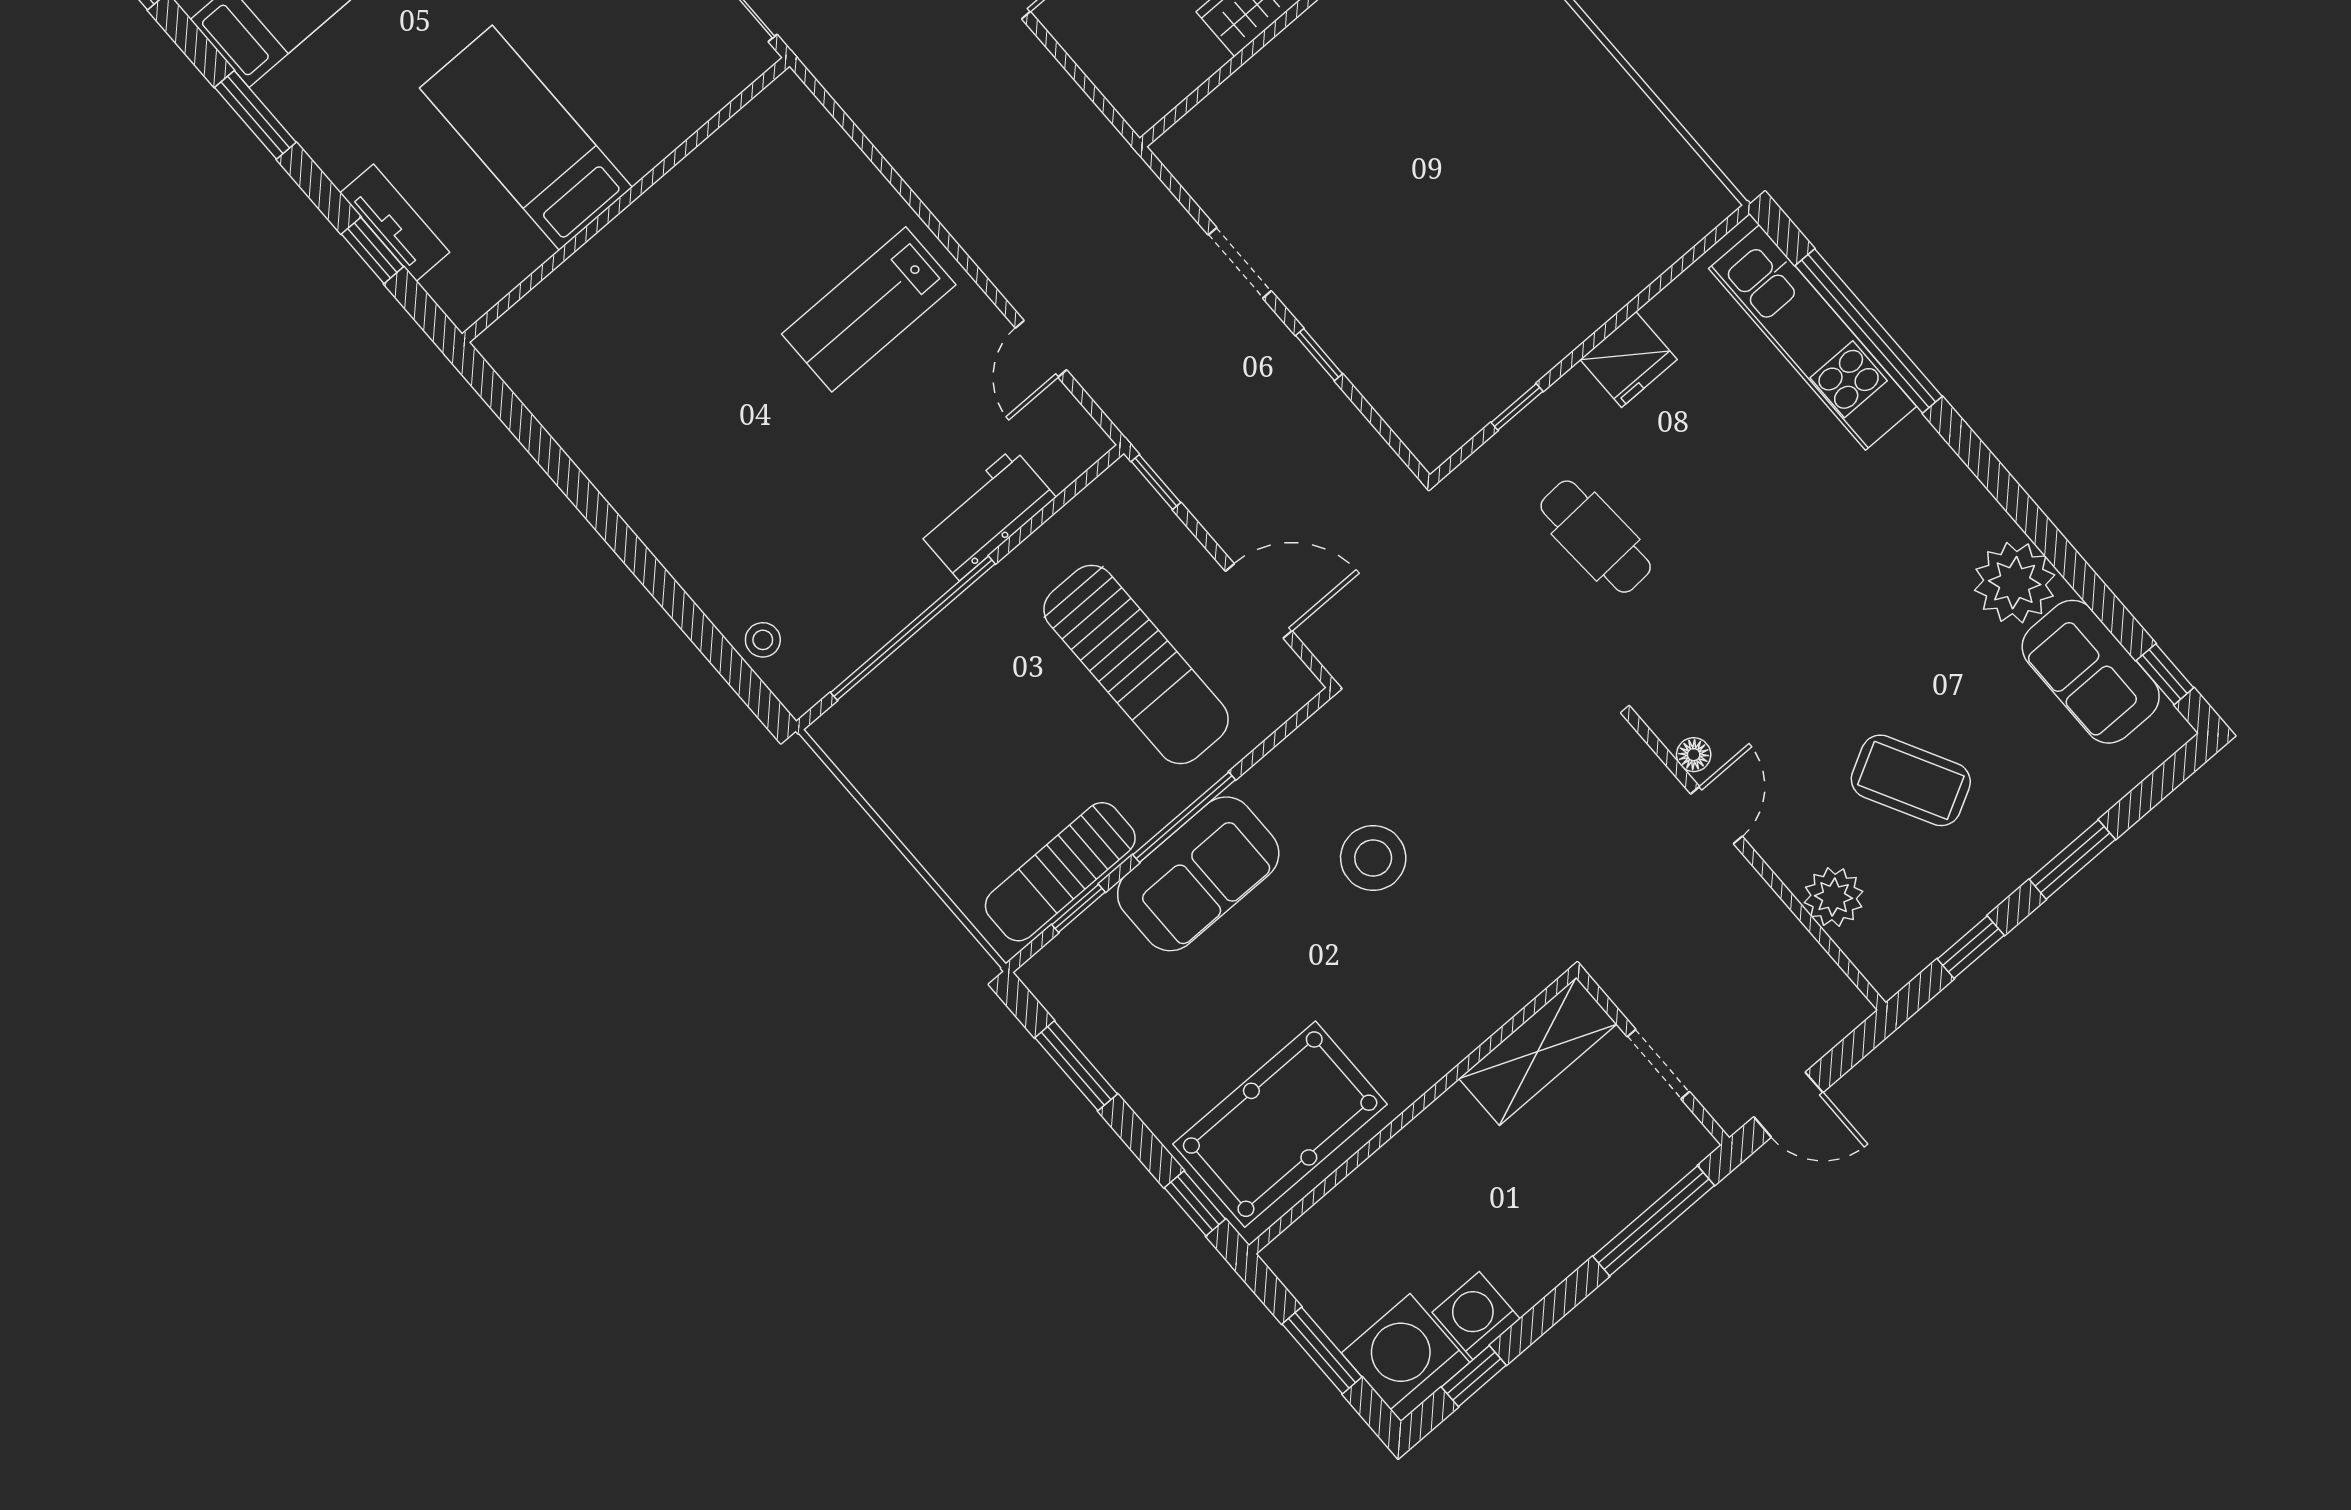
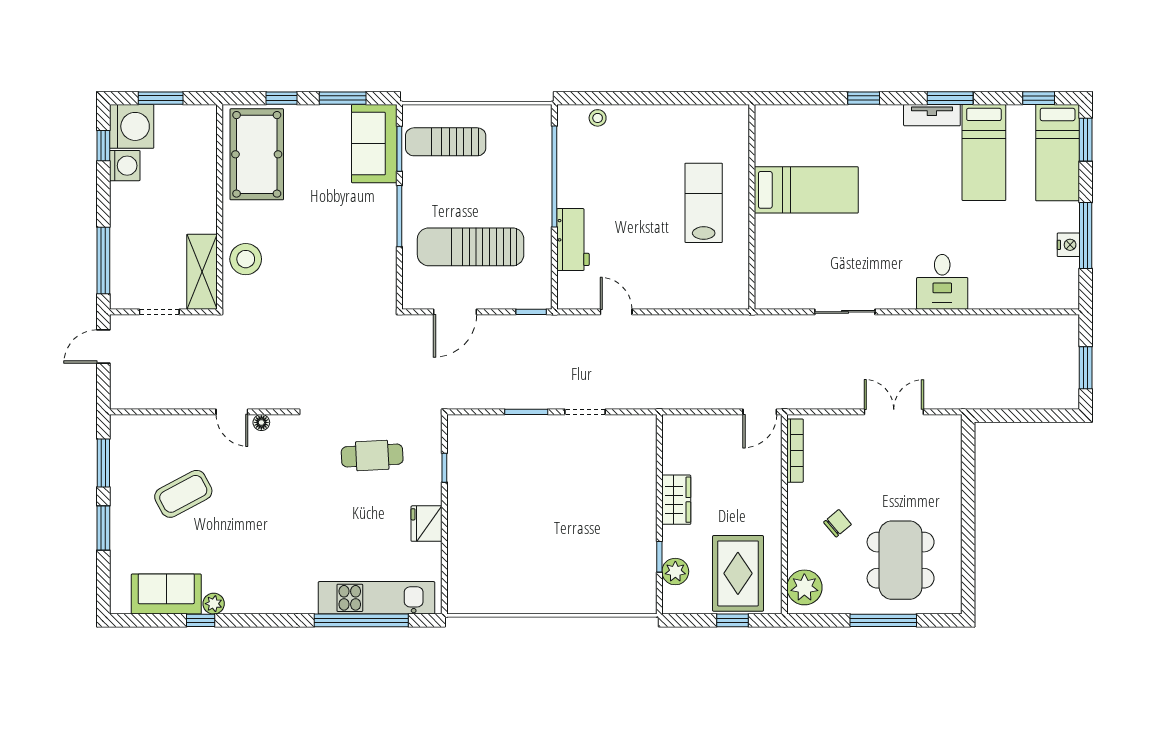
bed: (526, 138) -> (806, 190), moved
wall: (626, 200) -> (752, 207), moved
tv unit: (395, 223) -> (932, 115), moved
lab bench: (869, 309) -> (704, 203), moved
window: (1319, 355) -> (526, 412), width x1.50
plant: (2015, 583) -> (214, 604), width x0.53, depth x0.53
window: (2165, 674) -> (201, 620), moved
stool: (1373, 858) -> (246, 259), moved
sun lounger: (1060, 872) -> (446, 142), moved, turned -90
sofa: (1198, 874) -> (374, 144), moved
plant: (1834, 897) -> (165, 429), removed
window: (1078, 908) -> (399, 149), width x1.50
window: (1971, 947) -> (103, 463), width x1.50
window: (1195, 1203) -> (281, 98), moved

